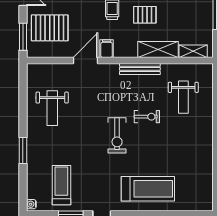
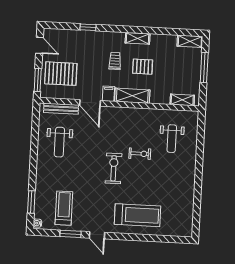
shelving: (158, 49) -> (132, 96), moved
door: (85, 60) -> (90, 103), swing flipped
bench: (140, 69) -> (61, 109), moved
exercise bike: (117, 135) -> (114, 168), turned 180
window: (23, 150) -> (31, 202), moved

